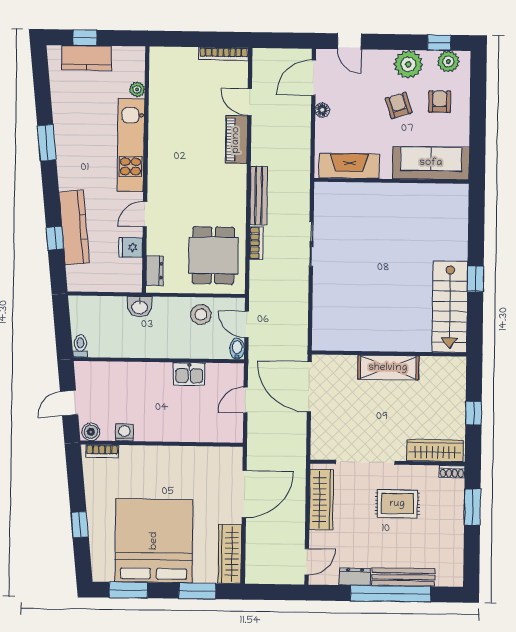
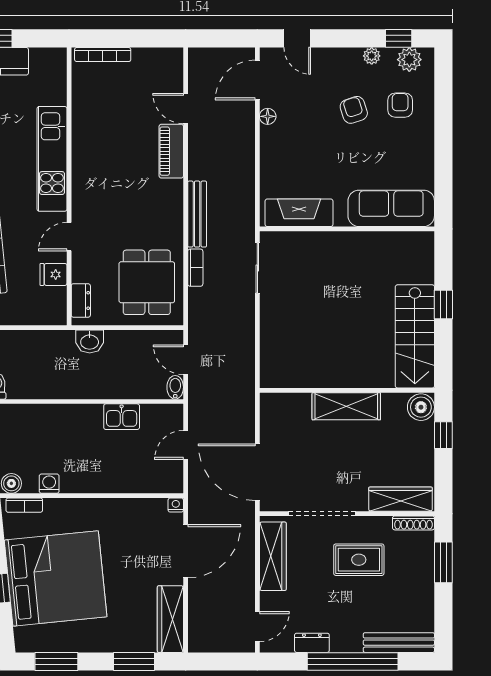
bookcase: (224, 54) -> (103, 55), moved
plant: (408, 64) -> (372, 56), width x0.53, depth x0.53
plant: (137, 89) -> (58, 96), removed
sofa: (431, 163) -> (391, 208), moved
fireplace: (349, 166) -> (299, 213), moved
wall: (391, 181) -> (347, 229), moved
washbasin: (140, 307) -> (90, 341), moved
stool: (201, 314) -> (134, 349), removed
boiler: (454, 369) -> (421, 407), added
door: (309, 387) -> (257, 472), moved
window: (474, 413) -> (443, 435), moved
nightstand: (236, 453) -> (176, 505), added
shoe rack: (452, 472) -> (413, 523), width x1.43
bed: (154, 541) -> (56, 578), moved, turned 84
bench: (403, 577) -> (399, 643), moved

